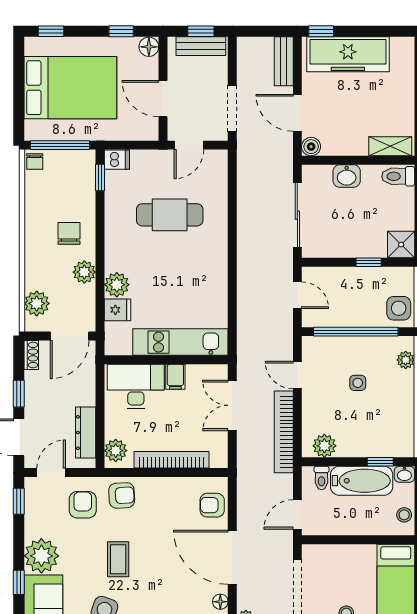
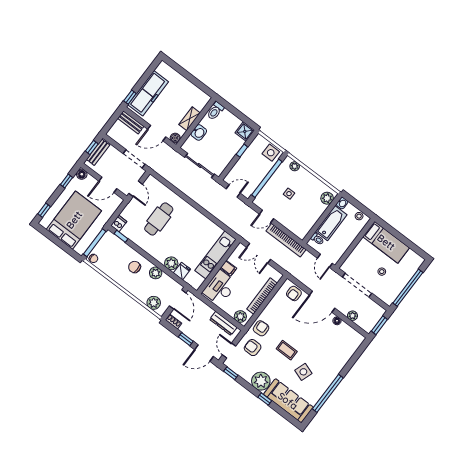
shelving: (390, 146) -> (190, 119), moved
plant: (324, 446) -> (327, 198), moved
window: (380, 462) -> (329, 209), removed

